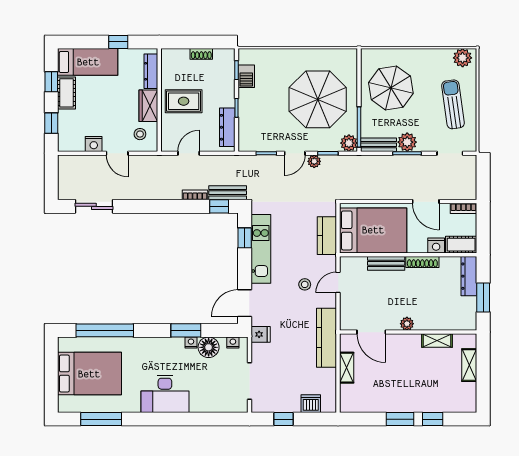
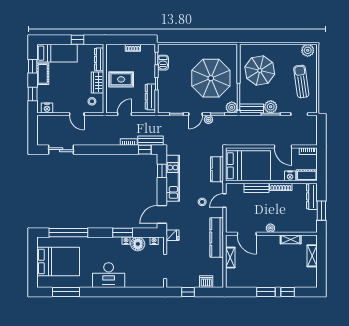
nightstand: (94, 144) -> (47, 108), moved

